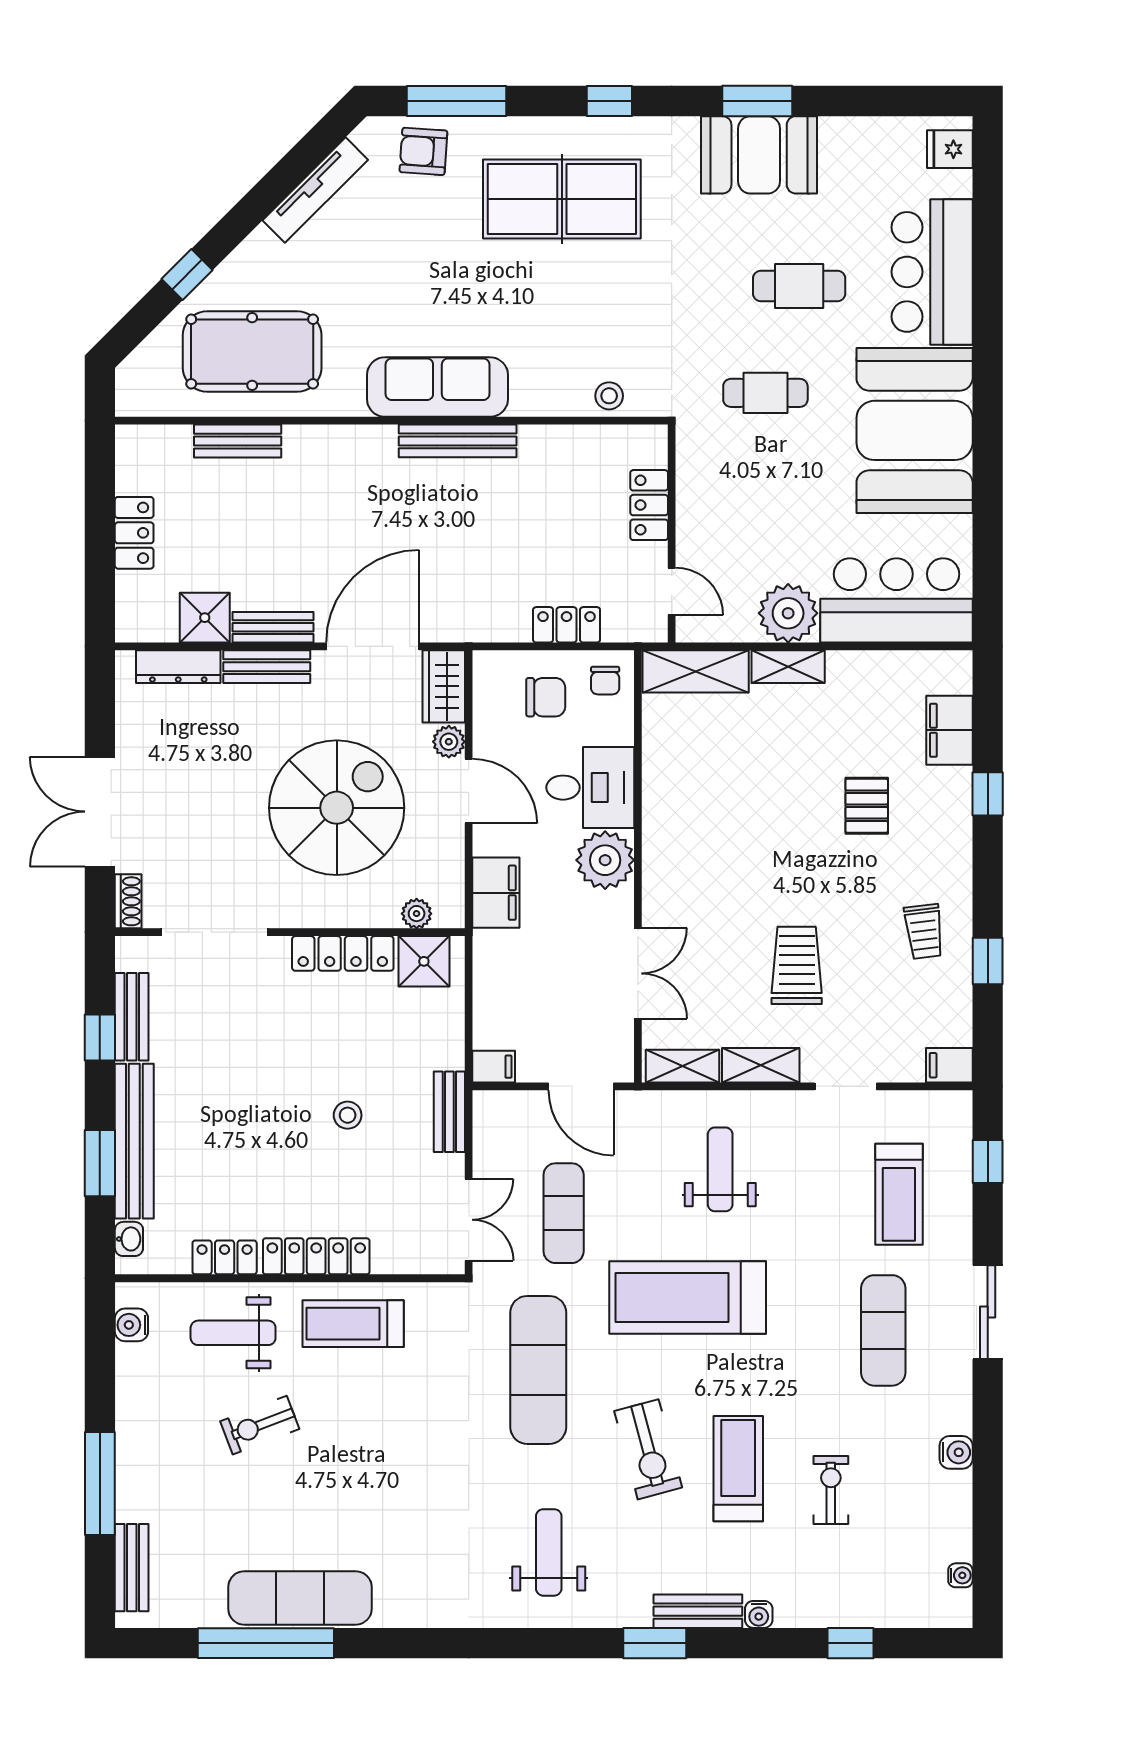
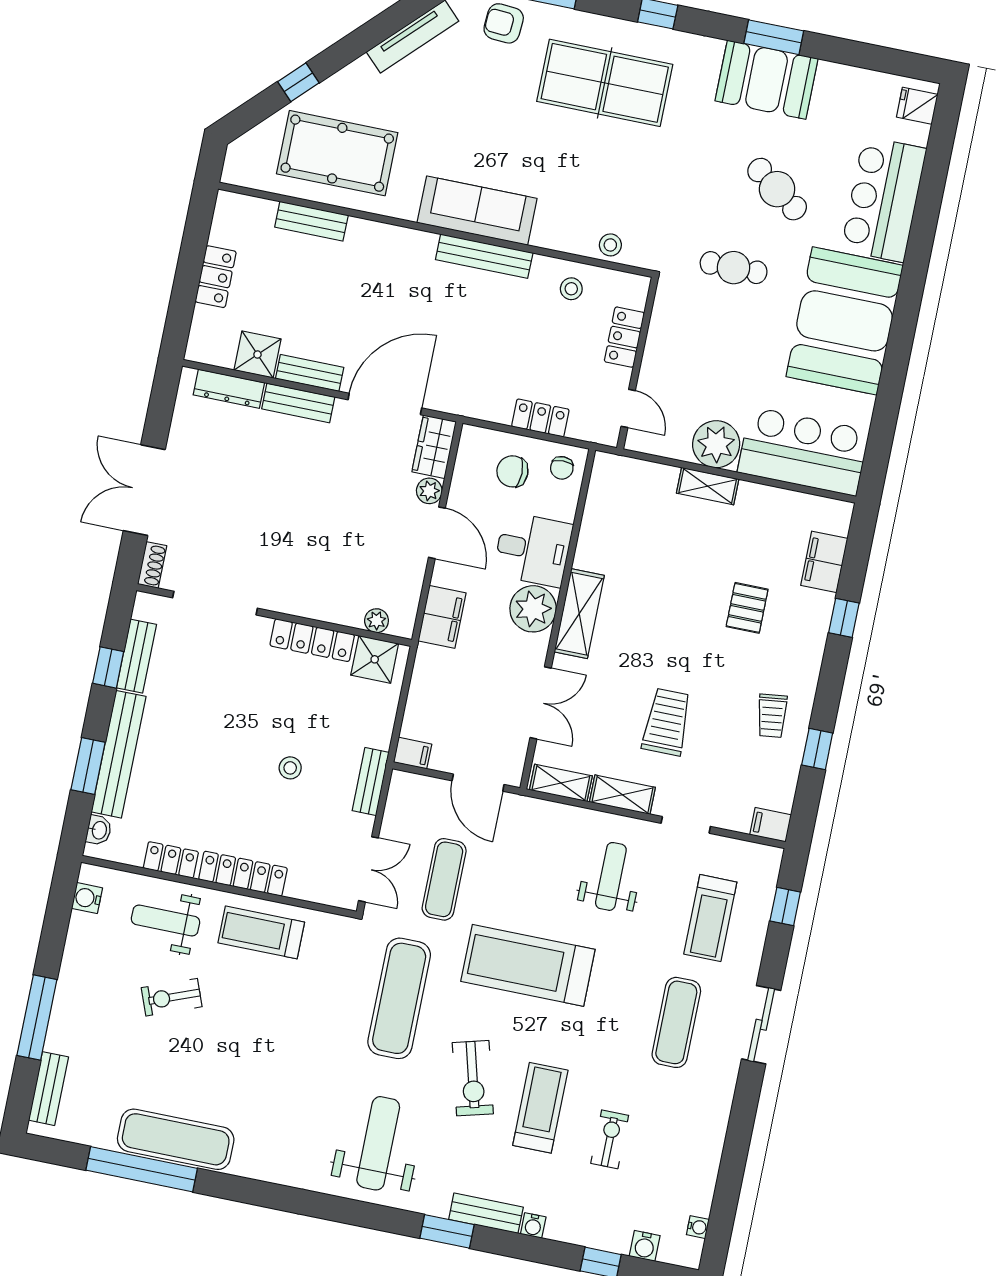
cafe table: (799, 286) -> (777, 189), turned 36
stool: (572, 459) -> (571, 289), added
shelving: (696, 671) -> (579, 614), moved, turned 90
chair: (546, 697) -> (512, 471), turned 180
spiral stairs: (337, 808) -> (331, 525), removed
weight bench: (720, 1169) -> (611, 876), moved
water cooler: (956, 1452) -> (645, 1246), moved, turned 90
weight bench: (549, 1552) -> (378, 1143), width x1.36, depth x1.33

